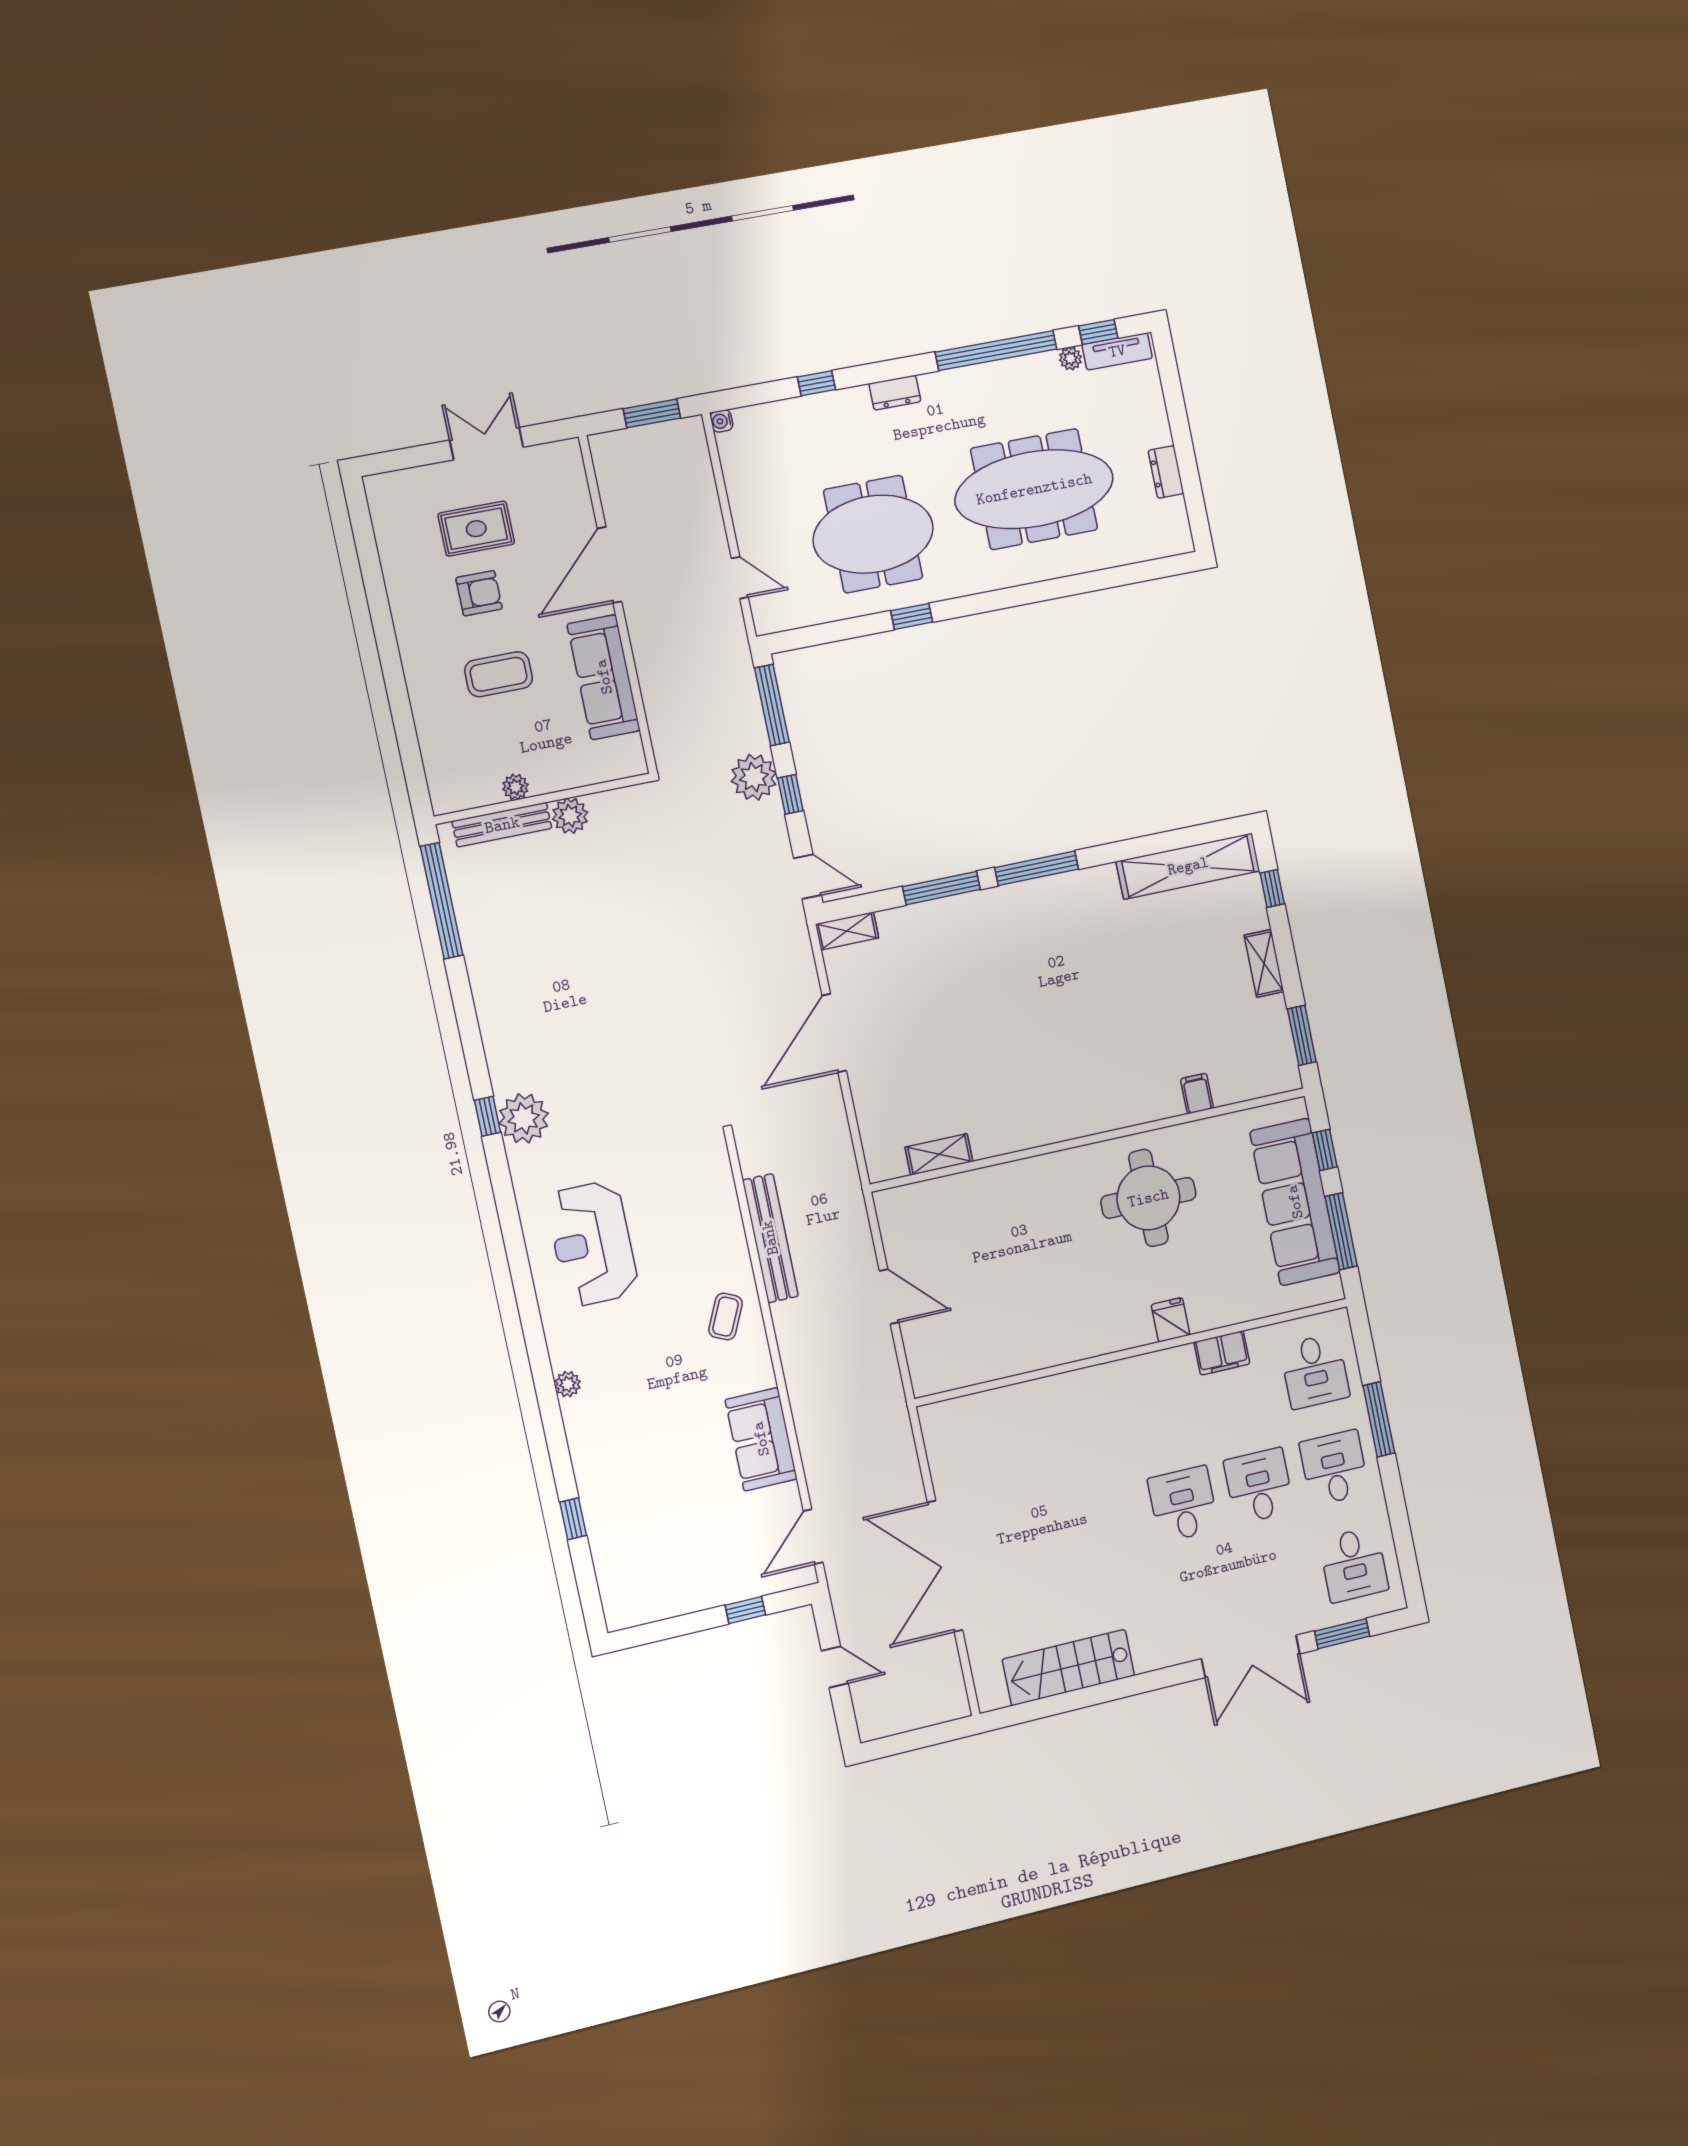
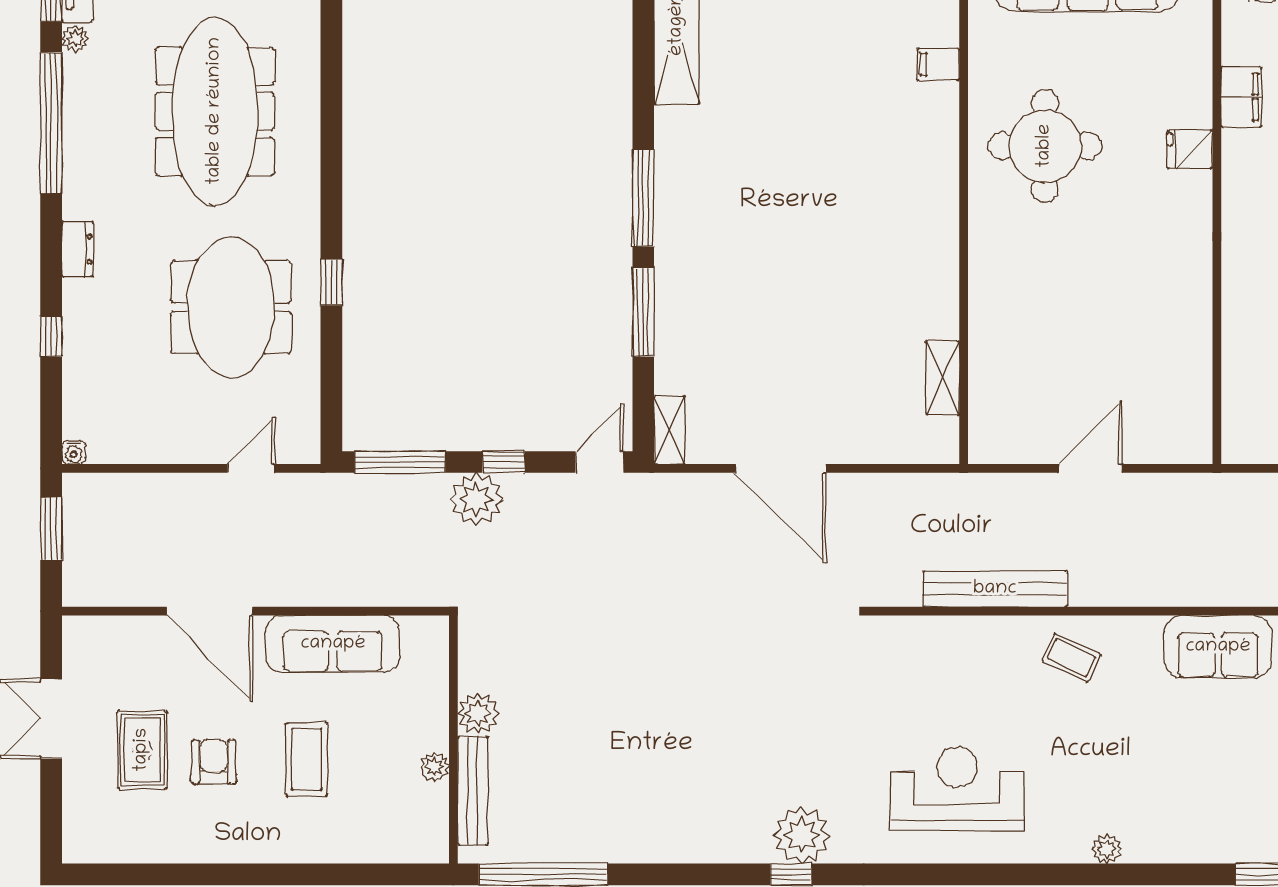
reception desk: (592, 1244) -> (957, 789), turned 180

